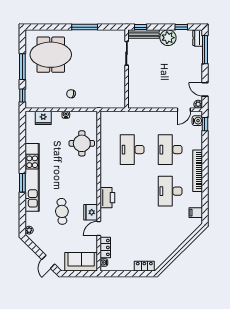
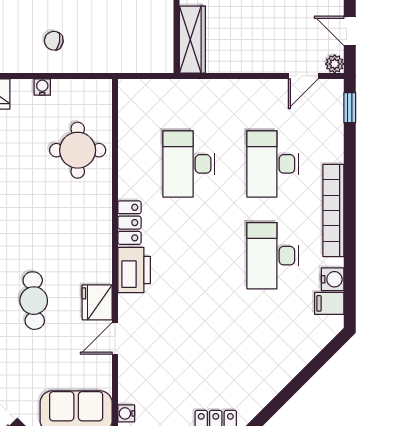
wardrobe: (134, 93) -> (192, 40), added
water cooler: (197, 121) -> (333, 279), moved
locker: (105, 247) -> (129, 223), moved

